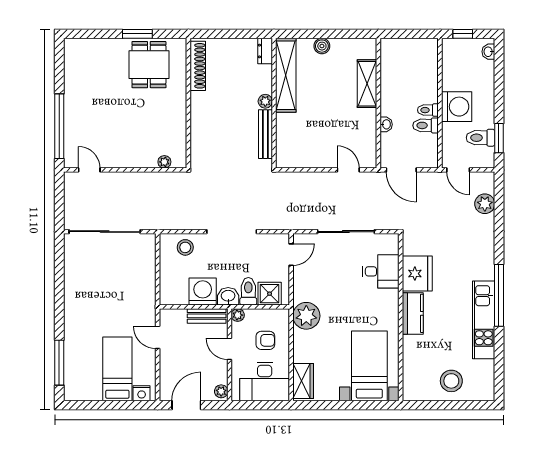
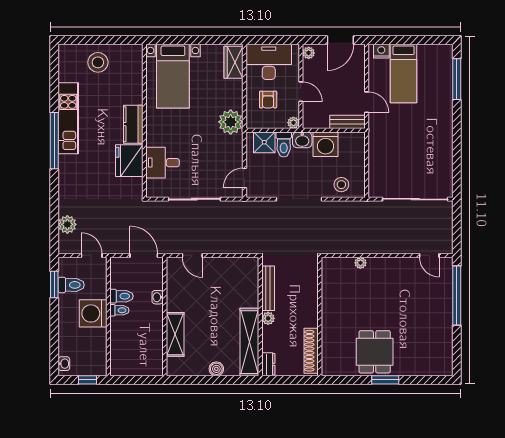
shoe rack: (198, 66) -> (311, 351), moved
wall: (188, 103) -> (320, 317), moved
bench: (207, 316) -> (347, 122), moved
armchair: (265, 340) -> (268, 100), turned -90

